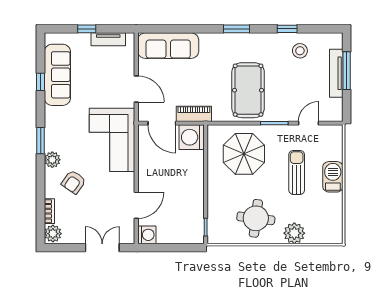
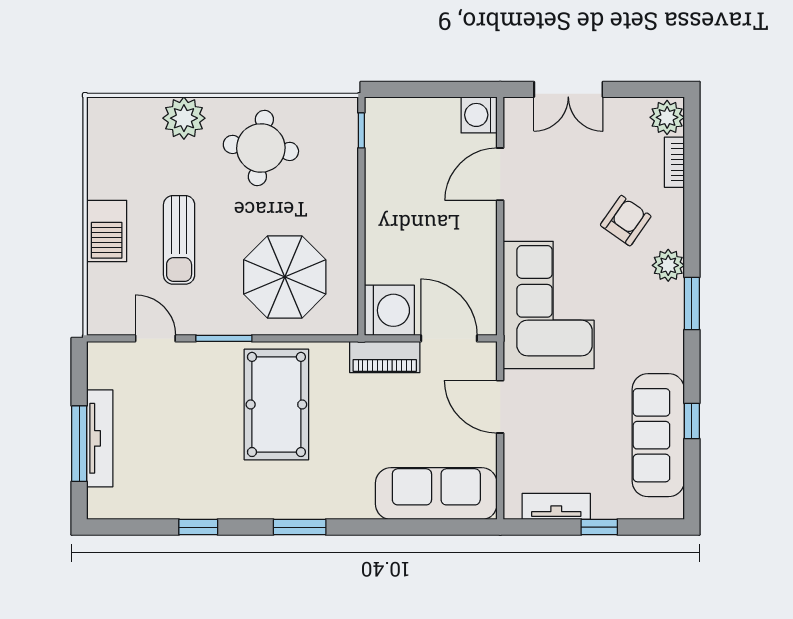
stool: (300, 51) -> (173, 483), removed
door: (308, 123) -> (155, 338), swing flipped

